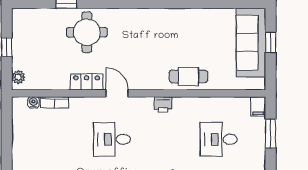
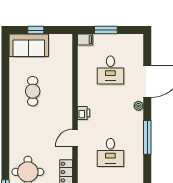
sofa: (251, 43) -> (29, 45), width x0.73
cafe table: (188, 76) -> (33, 91), moved
door: (117, 93) -> (75, 138), moved

